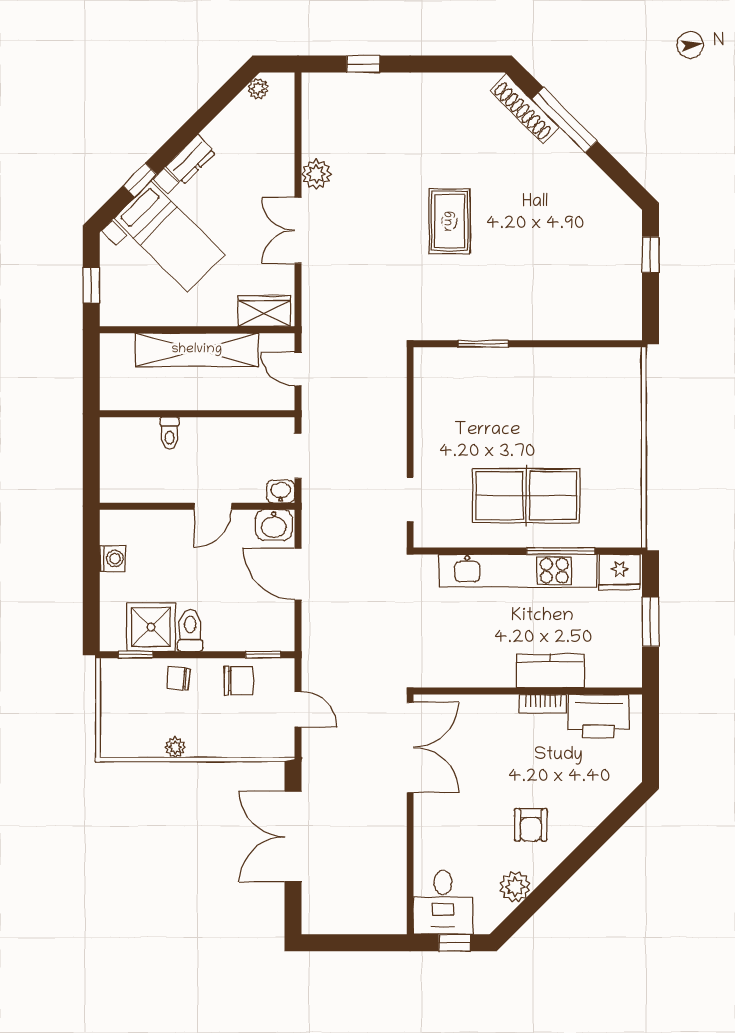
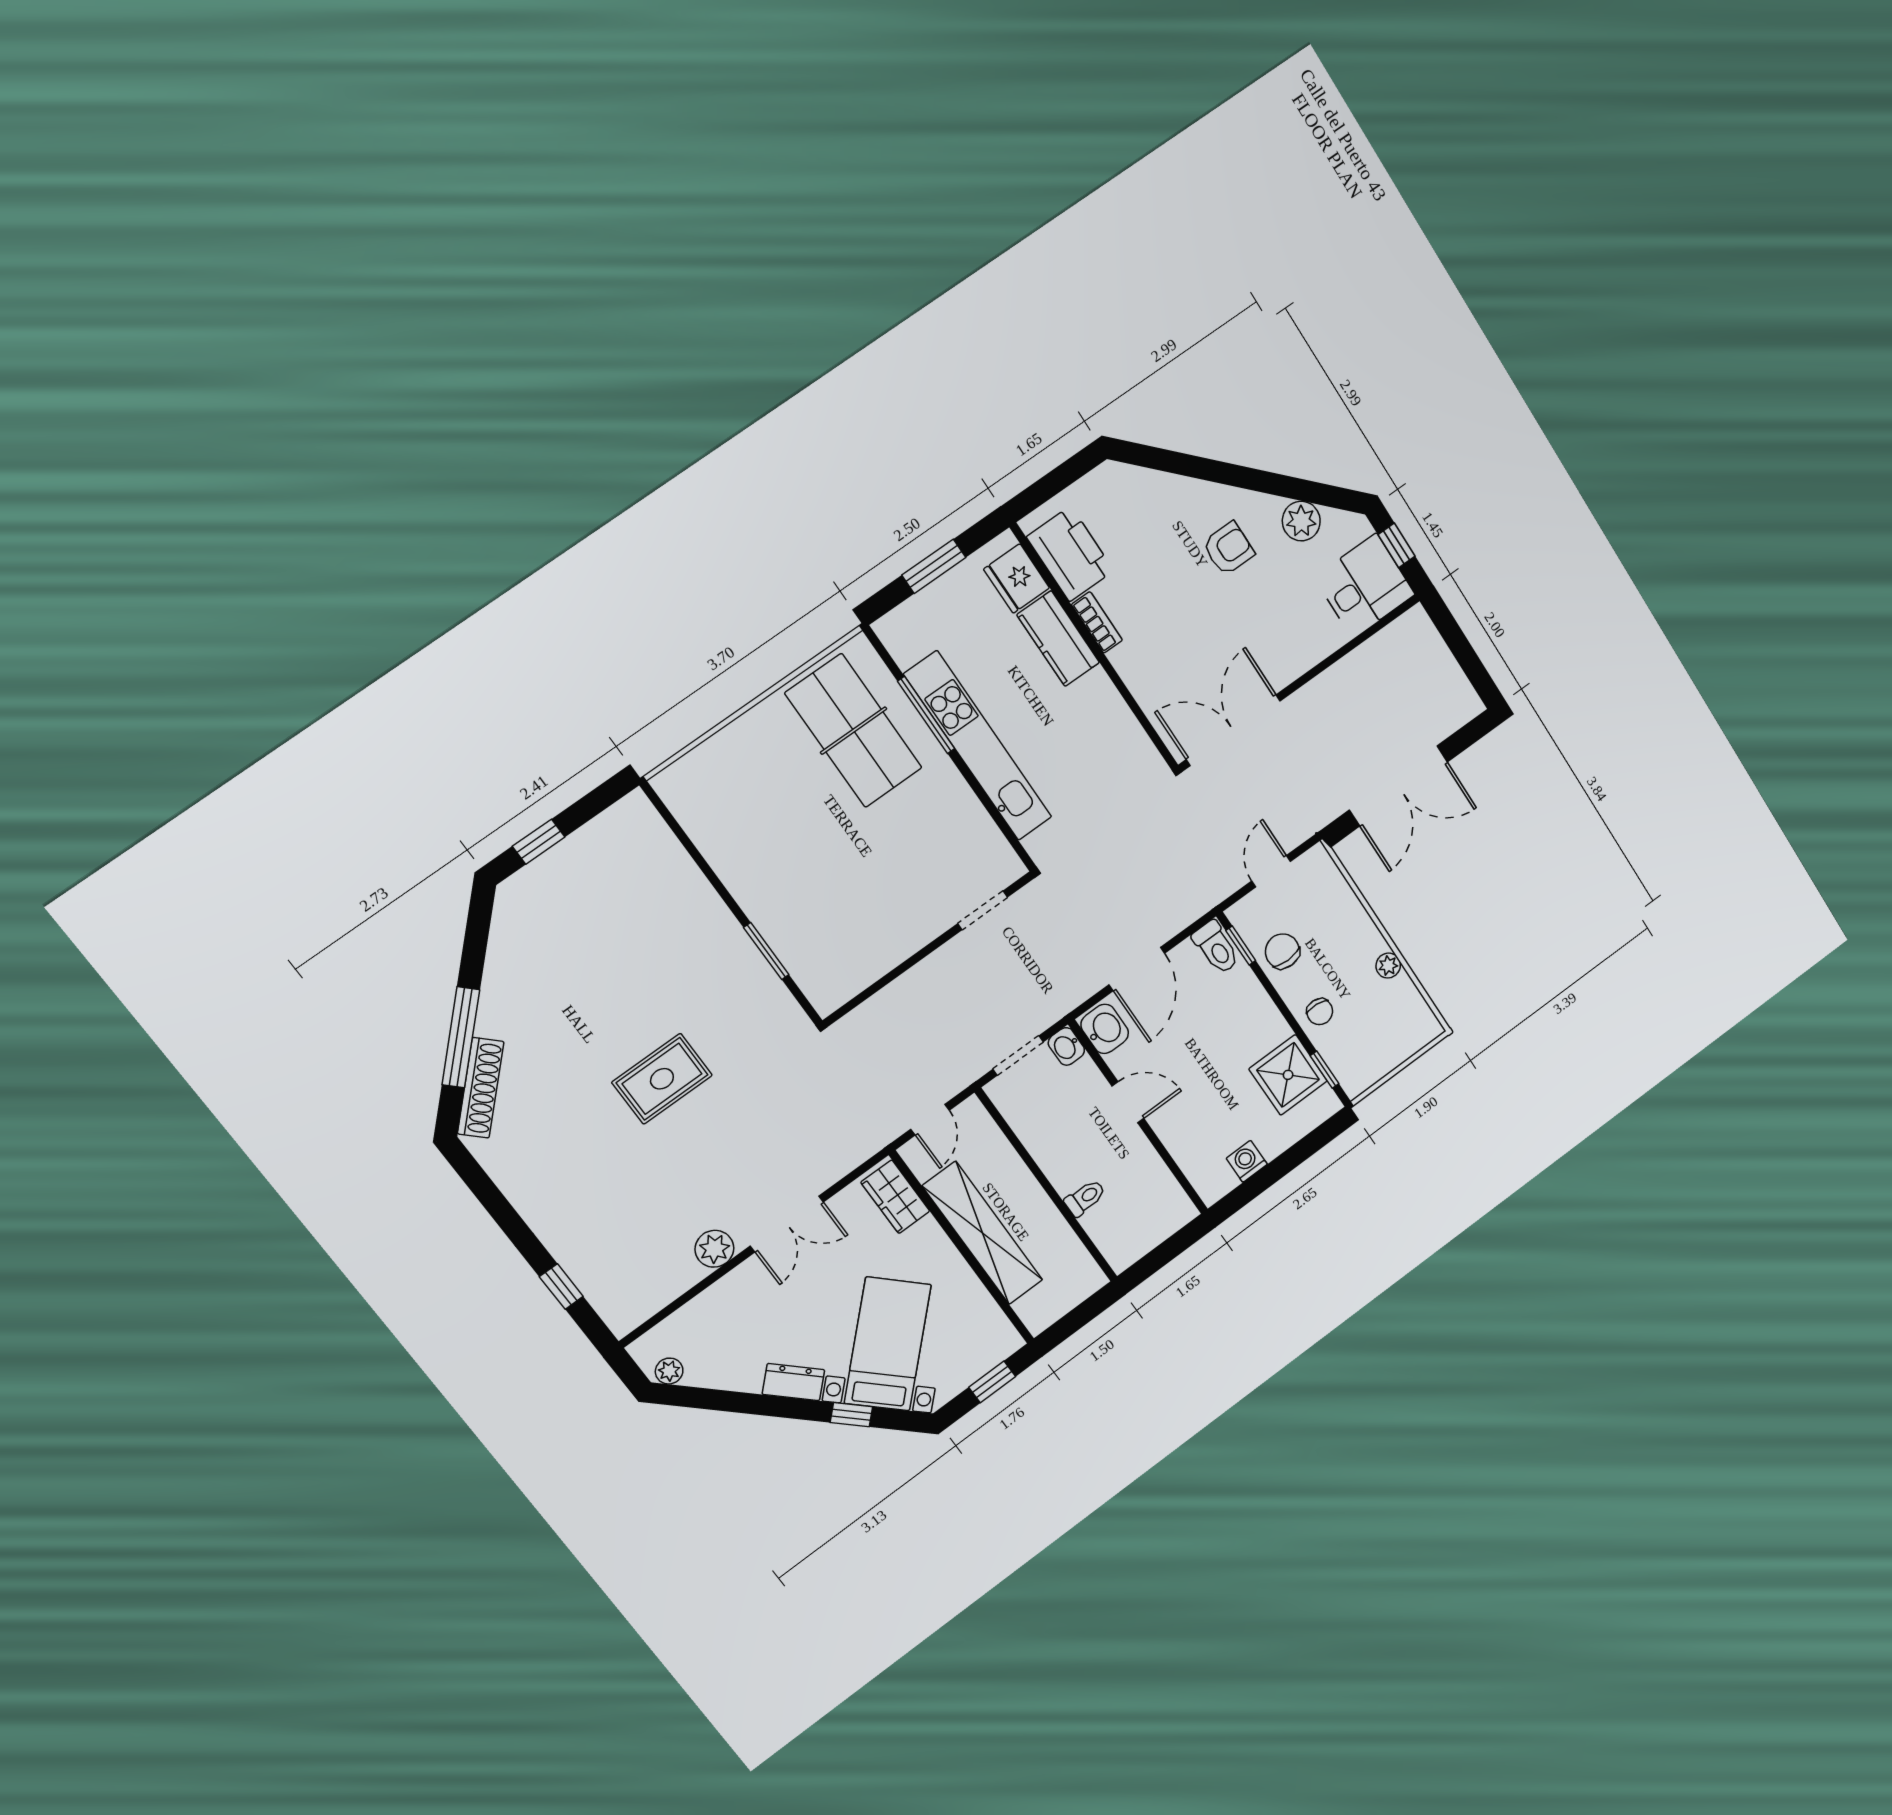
table tennis table: (526, 496) -> (854, 731), moved
fridge: (620, 572) -> (1017, 579), moved, turned 180
toilet: (190, 630) -> (1216, 948), moved, turned -90

